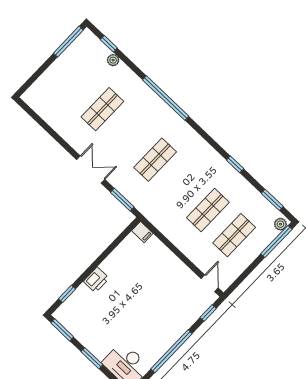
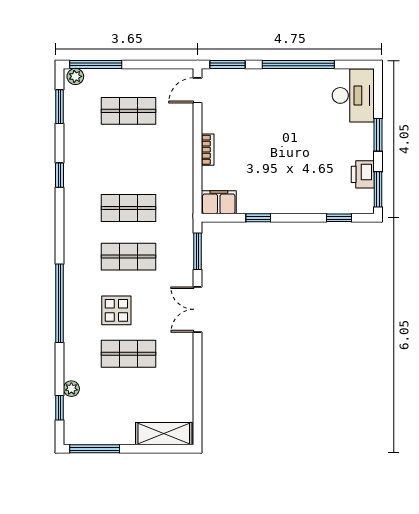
shelving: (41, 87) -> (164, 434), added
display table: (132, 125) -> (116, 310), added
shop shelf: (208, 210) -> (129, 208), moved
filing cabinet: (142, 232) -> (219, 202), width x2.00
window: (109, 250) -> (258, 218), added
bookcase: (172, 258) -> (208, 150), added
printer: (96, 280) -> (363, 174), moved, turned -90
window: (208, 313) -> (227, 64), width x1.50

